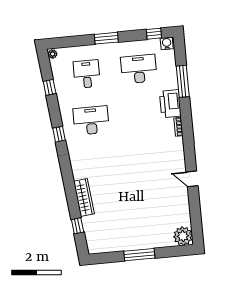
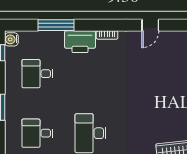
desk: (139, 69) -> (37, 74), width x0.73
door: (192, 179) -> (150, 25), moved

